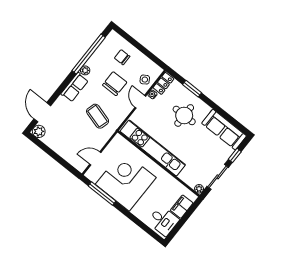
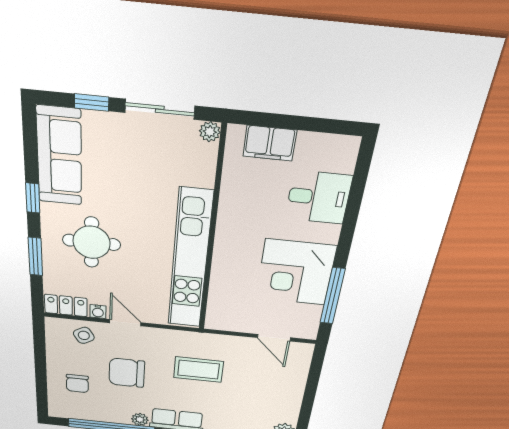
door: (140, 102) -> (125, 323), swing flipped
window: (215, 107) -> (33, 198), added
coffee table: (98, 116) -> (198, 370), turned 74
corner desk: (126, 181) -> (296, 272), width x0.74, depth x0.74
desk: (163, 221) -> (319, 197), moved, turned 90

